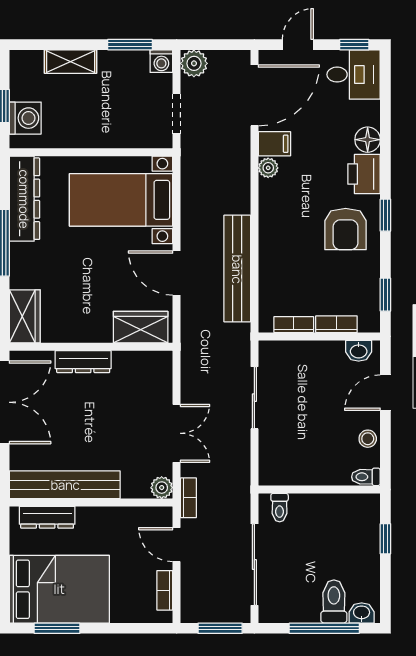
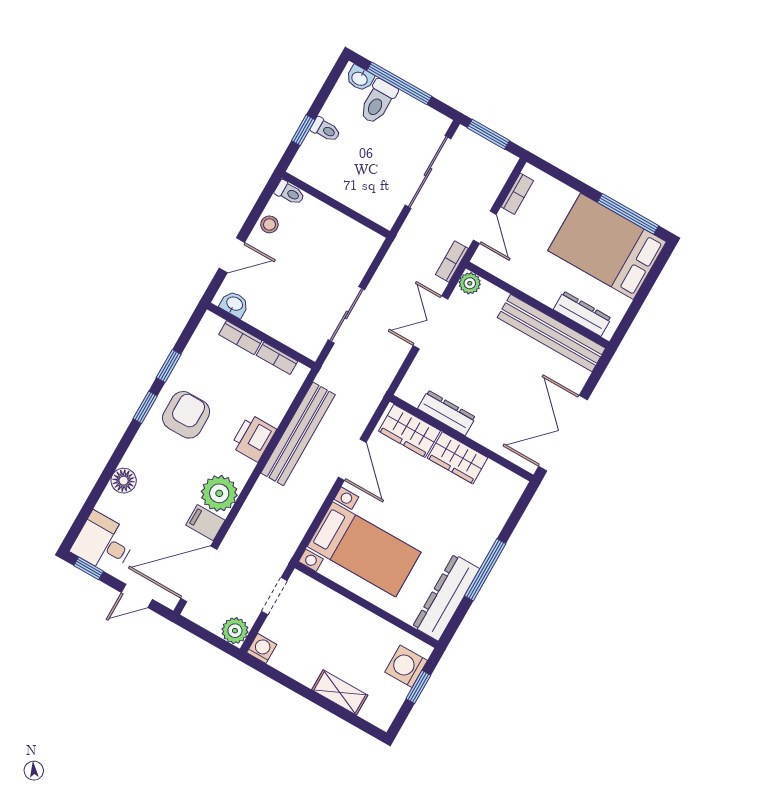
window: (130, 45) -> (281, 678), removed
plant: (268, 168) -> (219, 493), width x1.88, depth x1.88
printer: (364, 174) -> (254, 438), moved, turned 180
window: (385, 295) -> (169, 366), moved
wardrobe: (25, 316) -> (458, 458), moved, turned -90
dresser: (83, 362) -> (447, 413), moved
toilet: (280, 508) -> (326, 130), moved, turned 90
window: (57, 628) -> (628, 214), width x1.44

